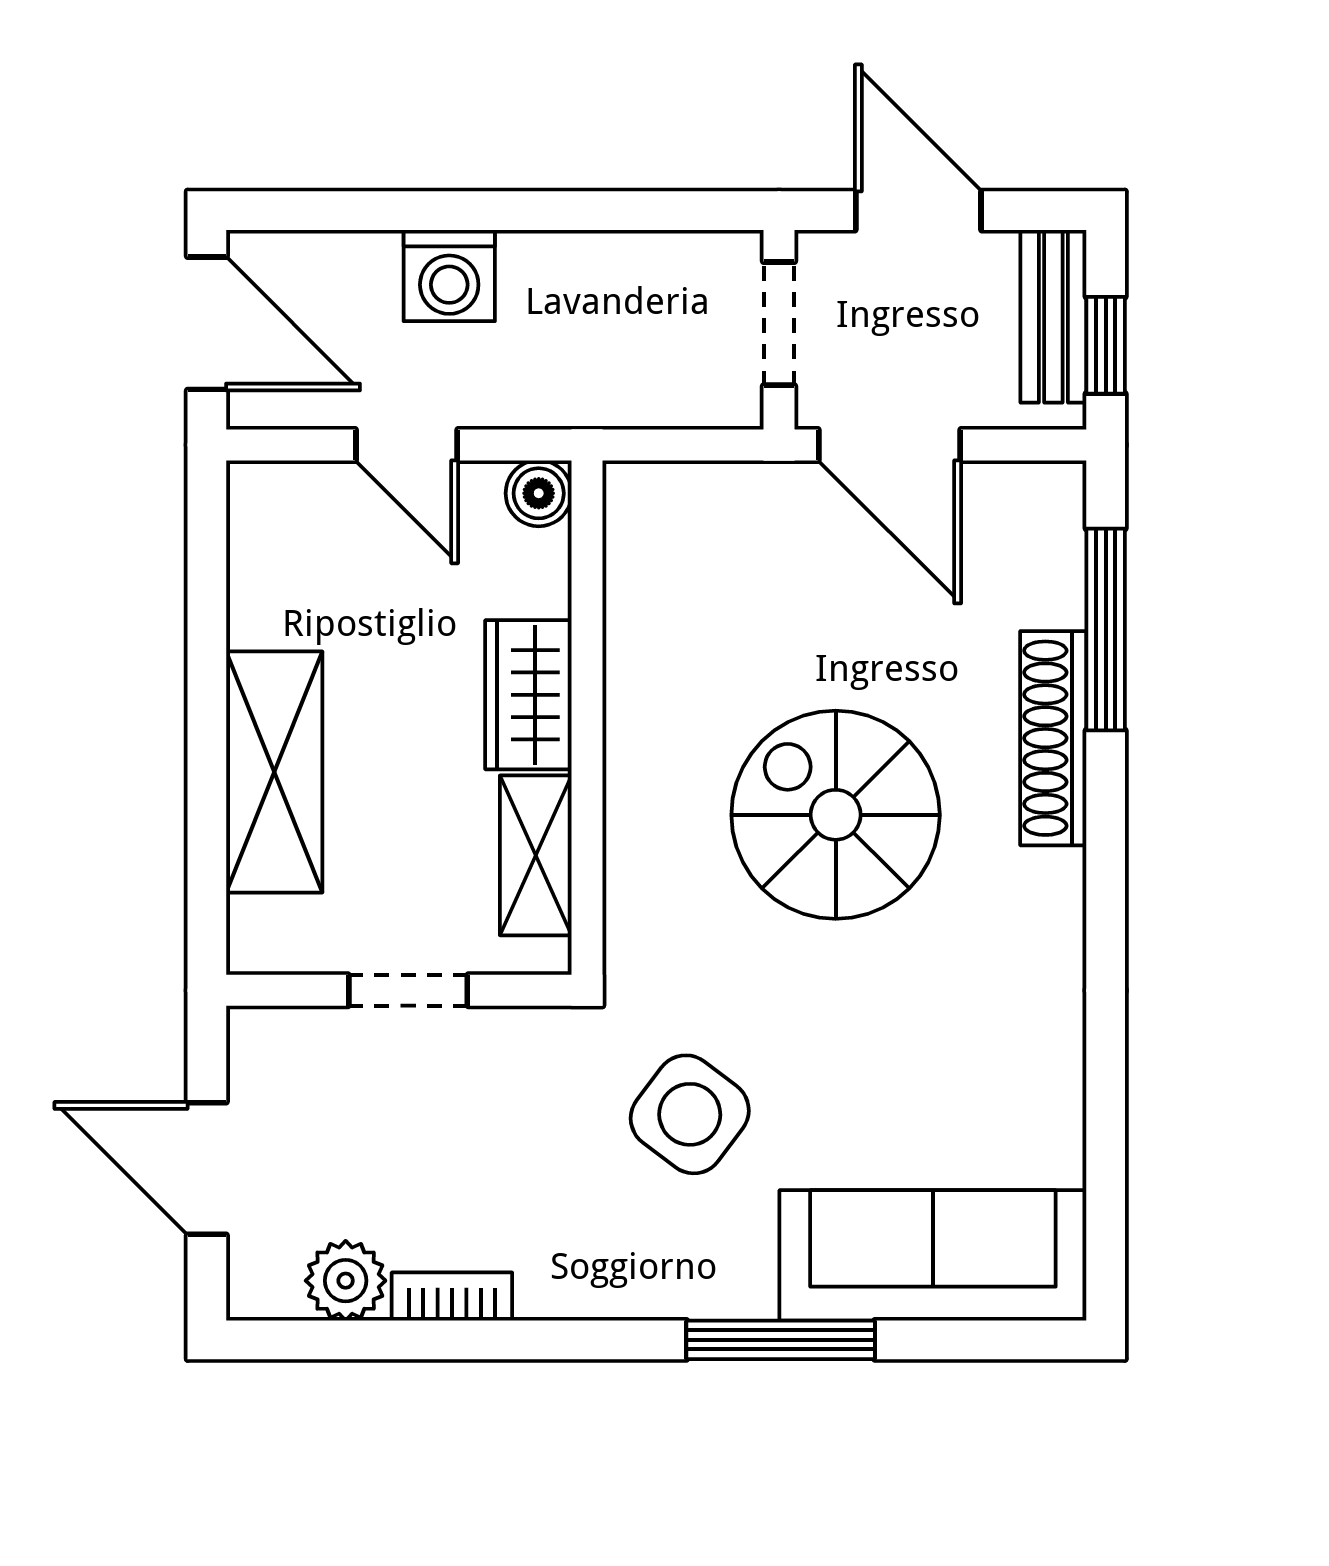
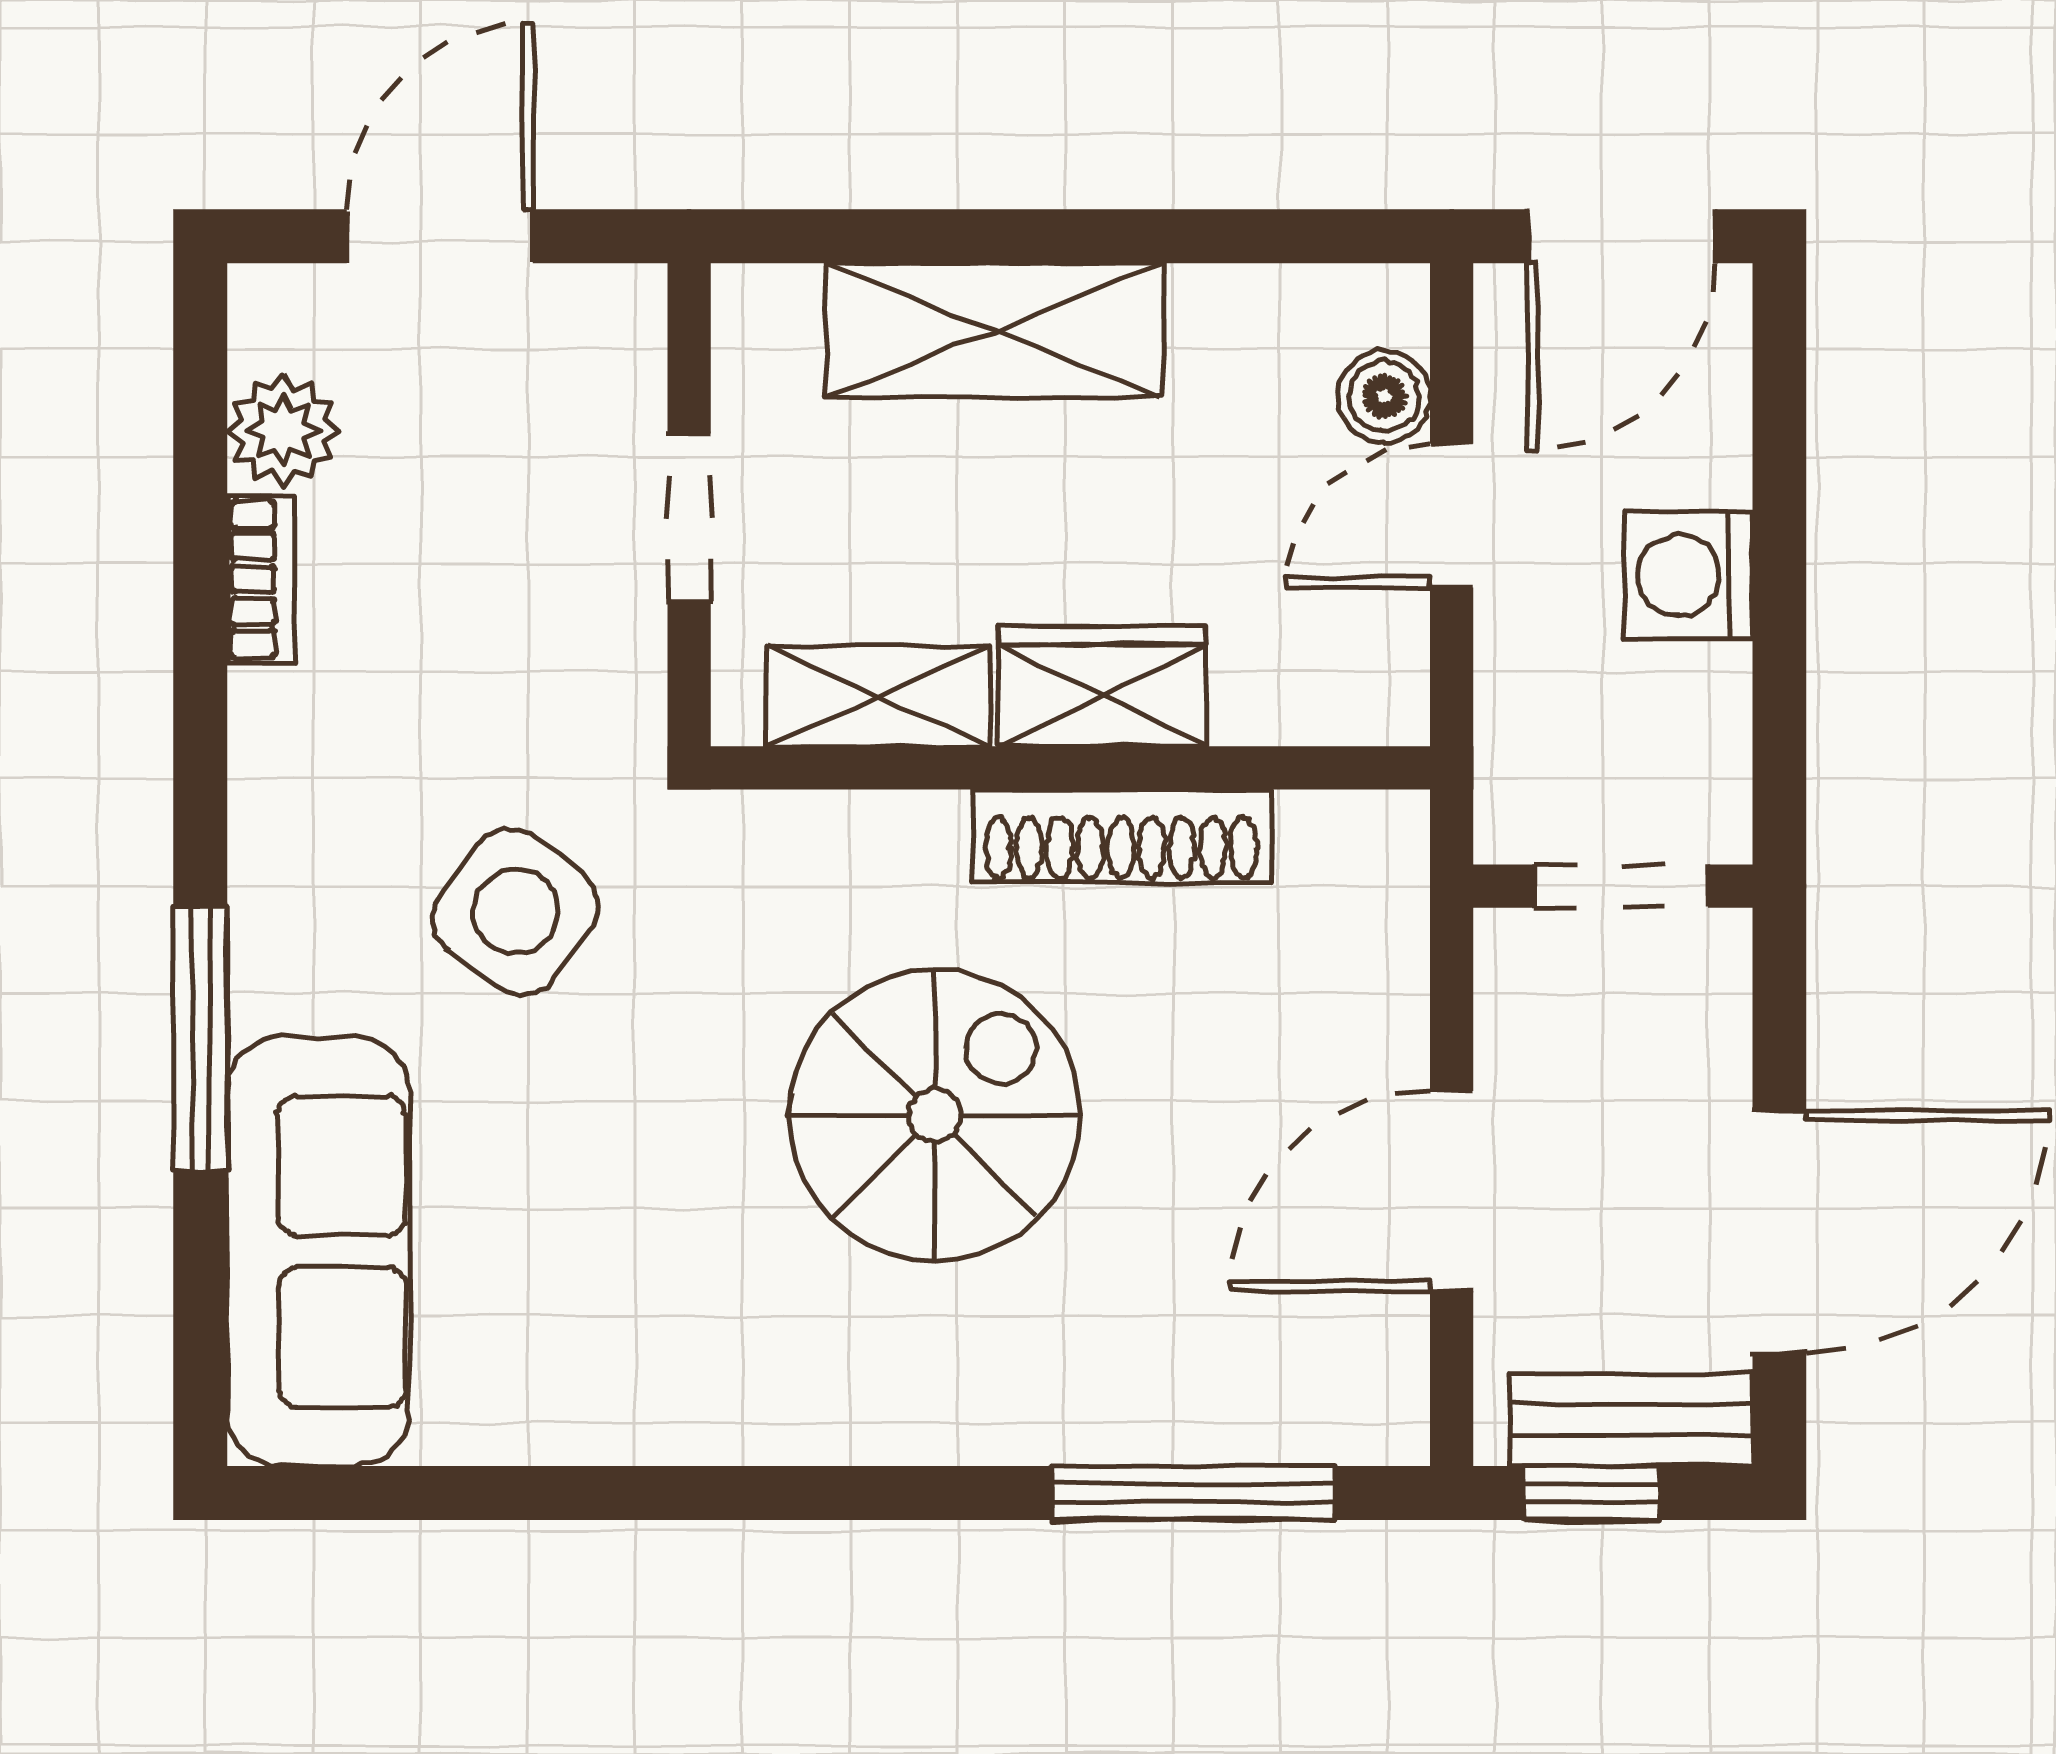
door: (918, 211) -> (1779, 1231), width x1.36
doorway: (779, 324) -> (1621, 886), moved
wall: (779, 330) -> (1613, 886), moved
boiler: (539, 493) -> (1384, 396), moved
shoe rack: (1053, 738) -> (1121, 836), moved, turned 180

